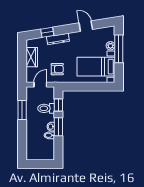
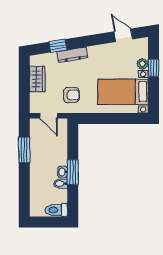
door: (86, 26) -> (123, 35), moved
window: (119, 49) -> (154, 68), width x0.46
door: (40, 85) -> (49, 116), swing flipped
window: (58, 105) -> (73, 143), removed
toilet: (46, 108) -> (56, 210), moved

